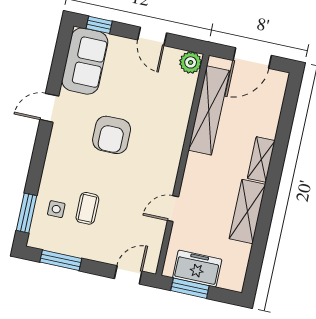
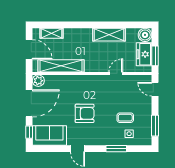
door: (152, 36) -> (29, 103), width x1.87
shelving: (261, 160) -> (52, 33), moved
door: (173, 209) -> (116, 73), swing flipped
window: (27, 213) -> (116, 149), moved
boiler: (232, 278) -> (145, 35), added

